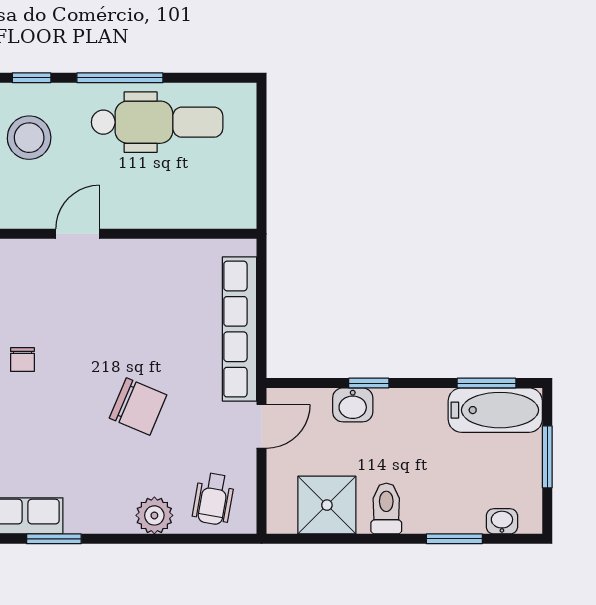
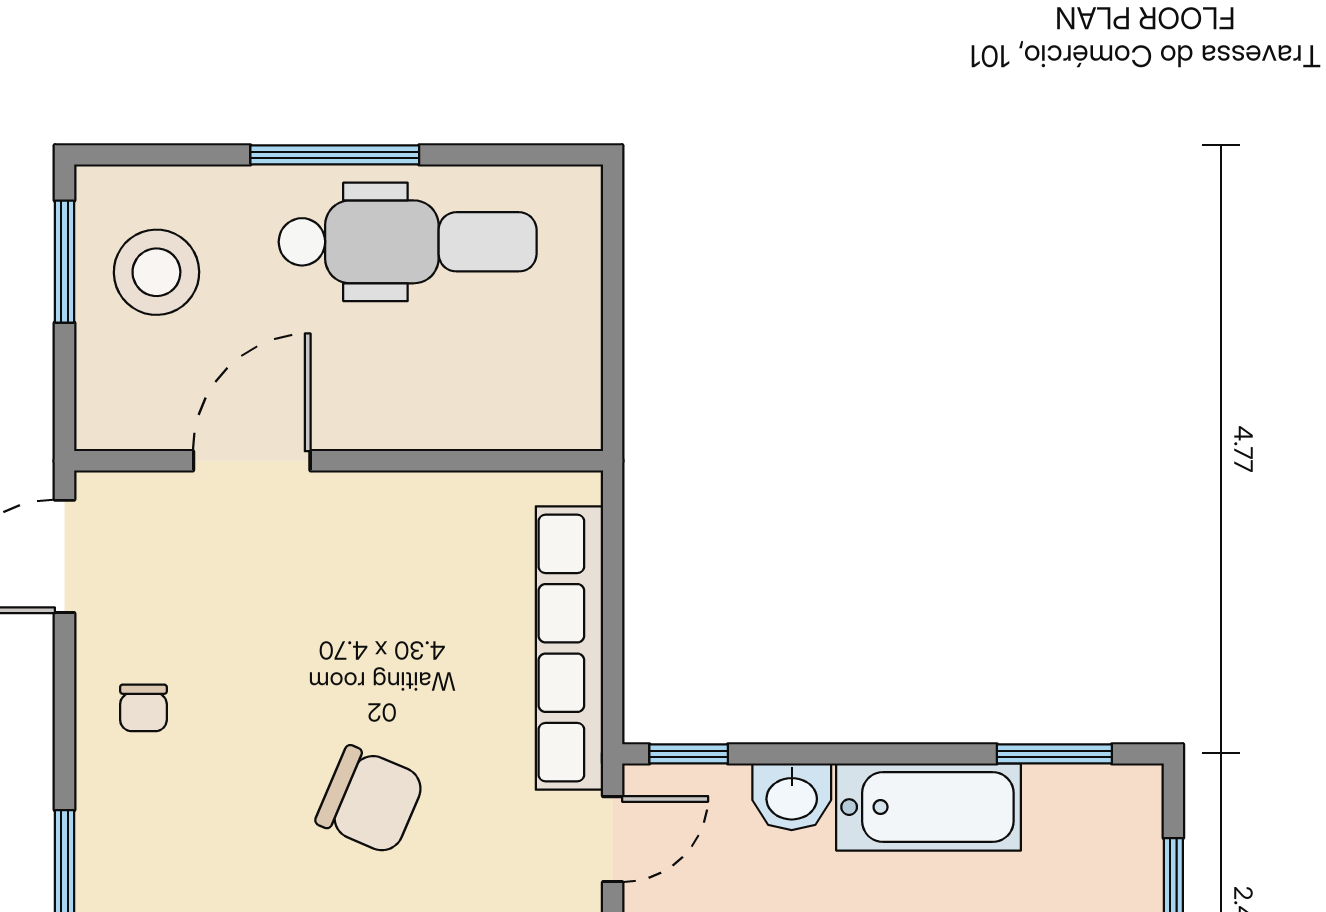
window: (32, 78) -> (161, 155), removed
door: (78, 234) -> (252, 461), width x1.38
window: (369, 383) -> (689, 754), moved
bathtub: (495, 410) -> (929, 807), moved

